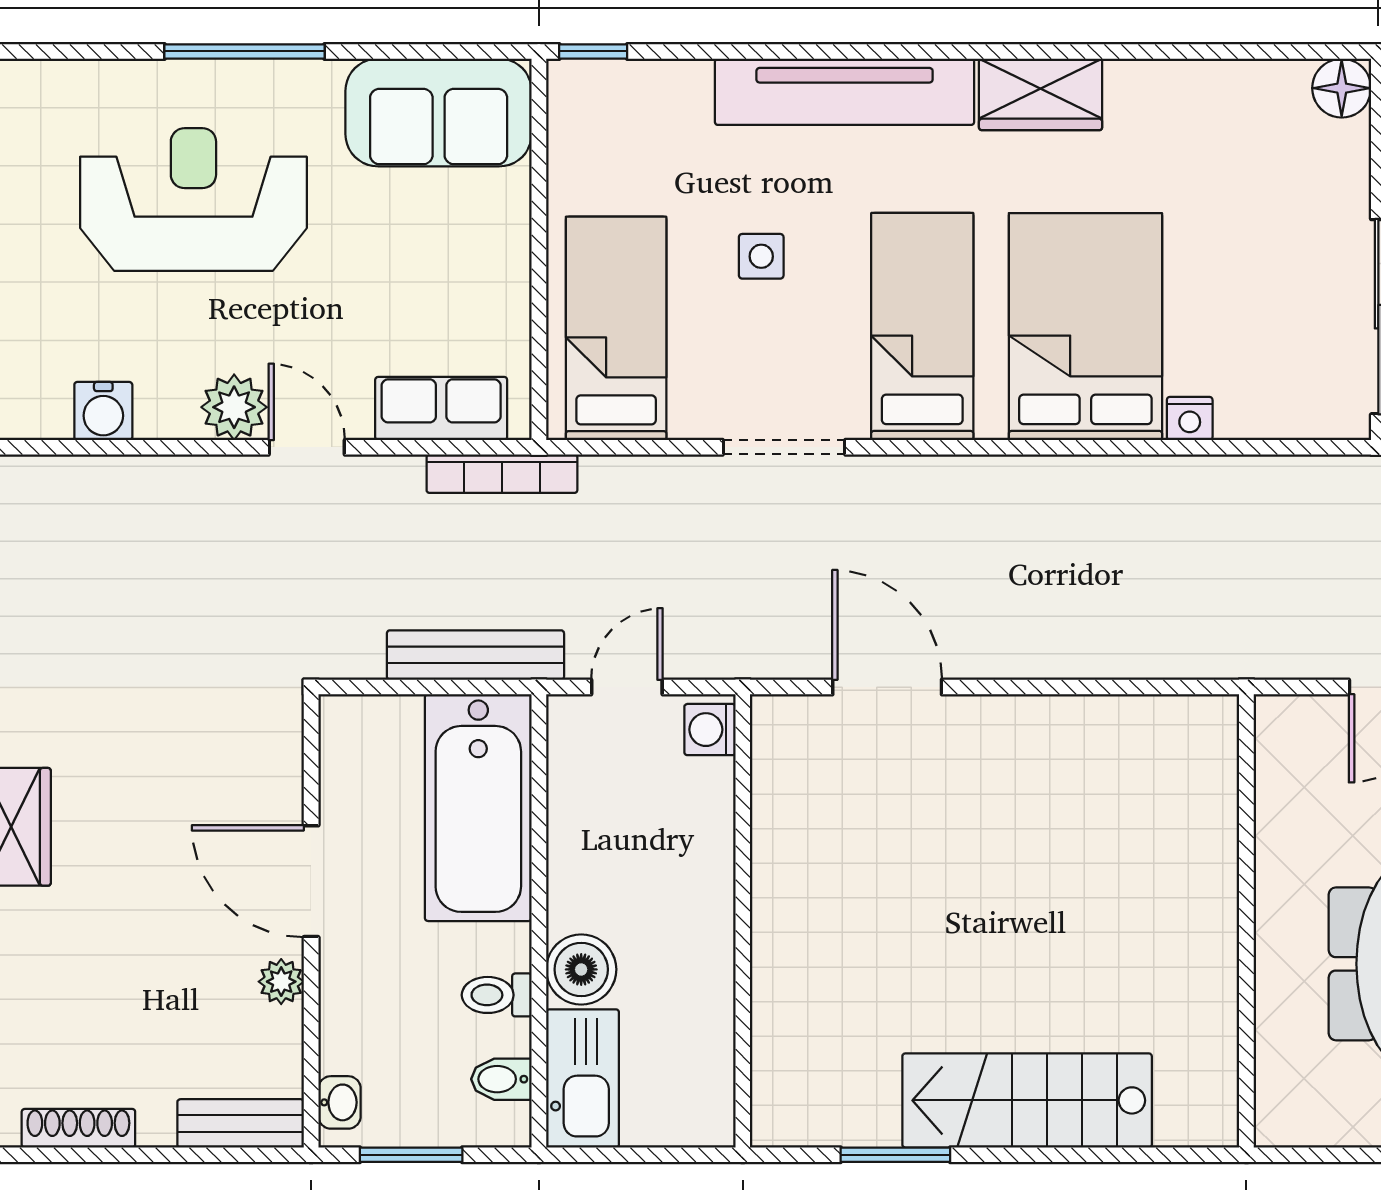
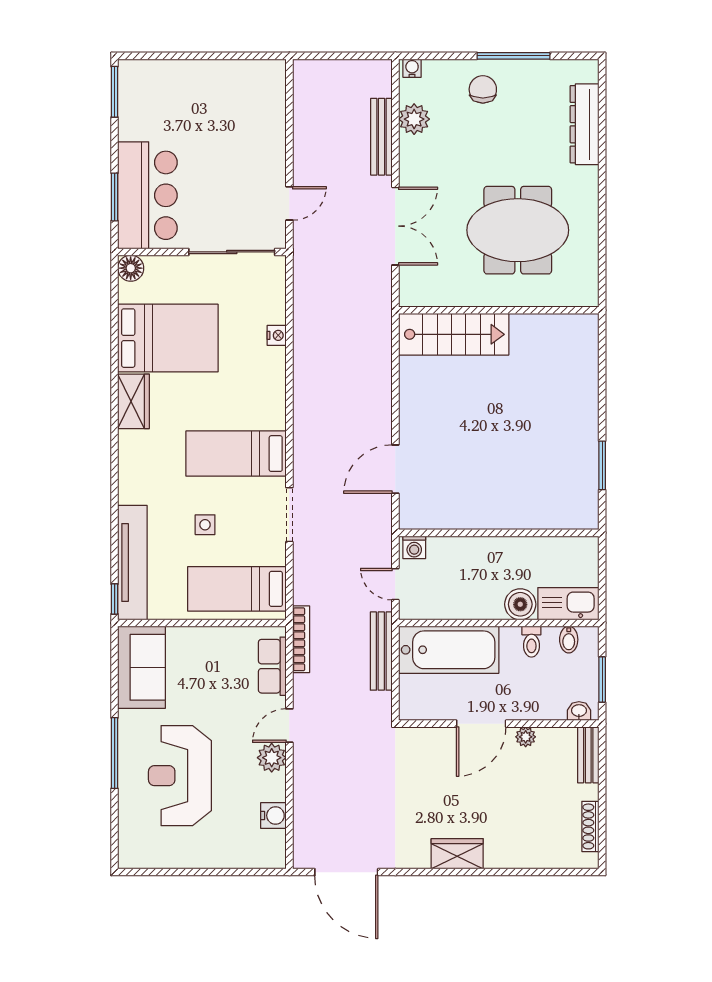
tv unit: (845, 92) -> (132, 563), moved
bed: (1085, 327) -> (168, 338), moved, turned 180
stairs: (1027, 1100) -> (454, 334), moved, turned -90

